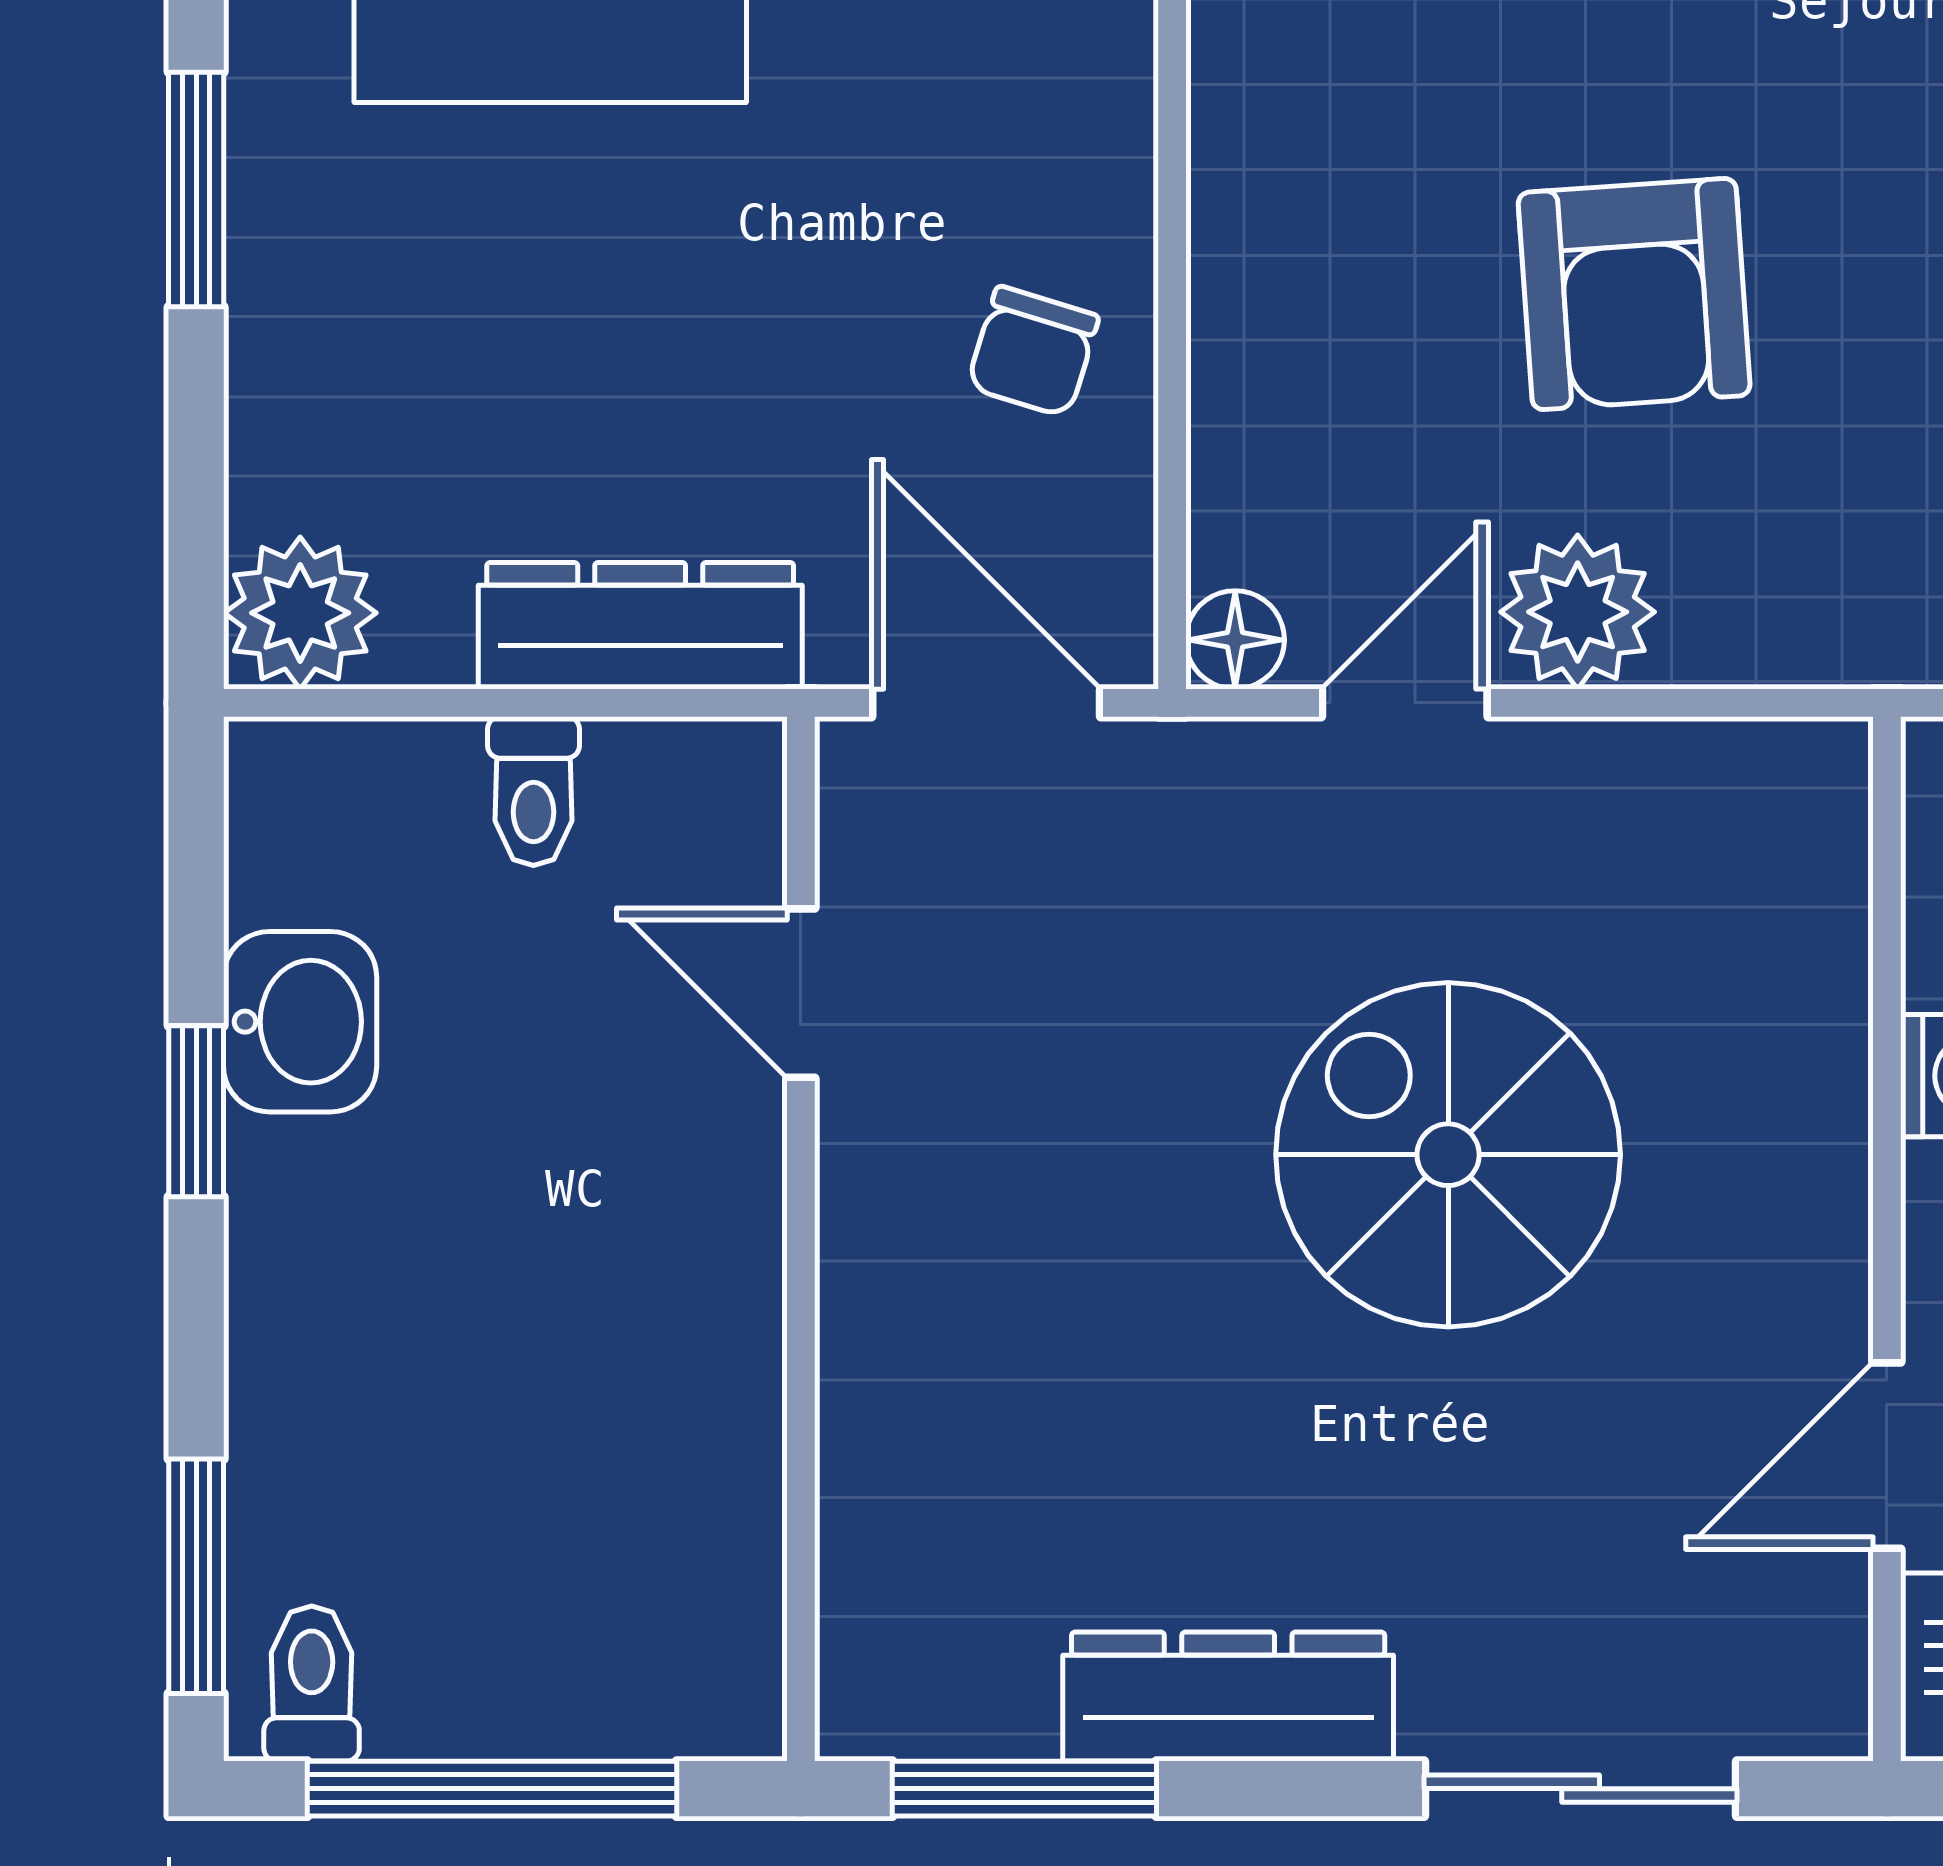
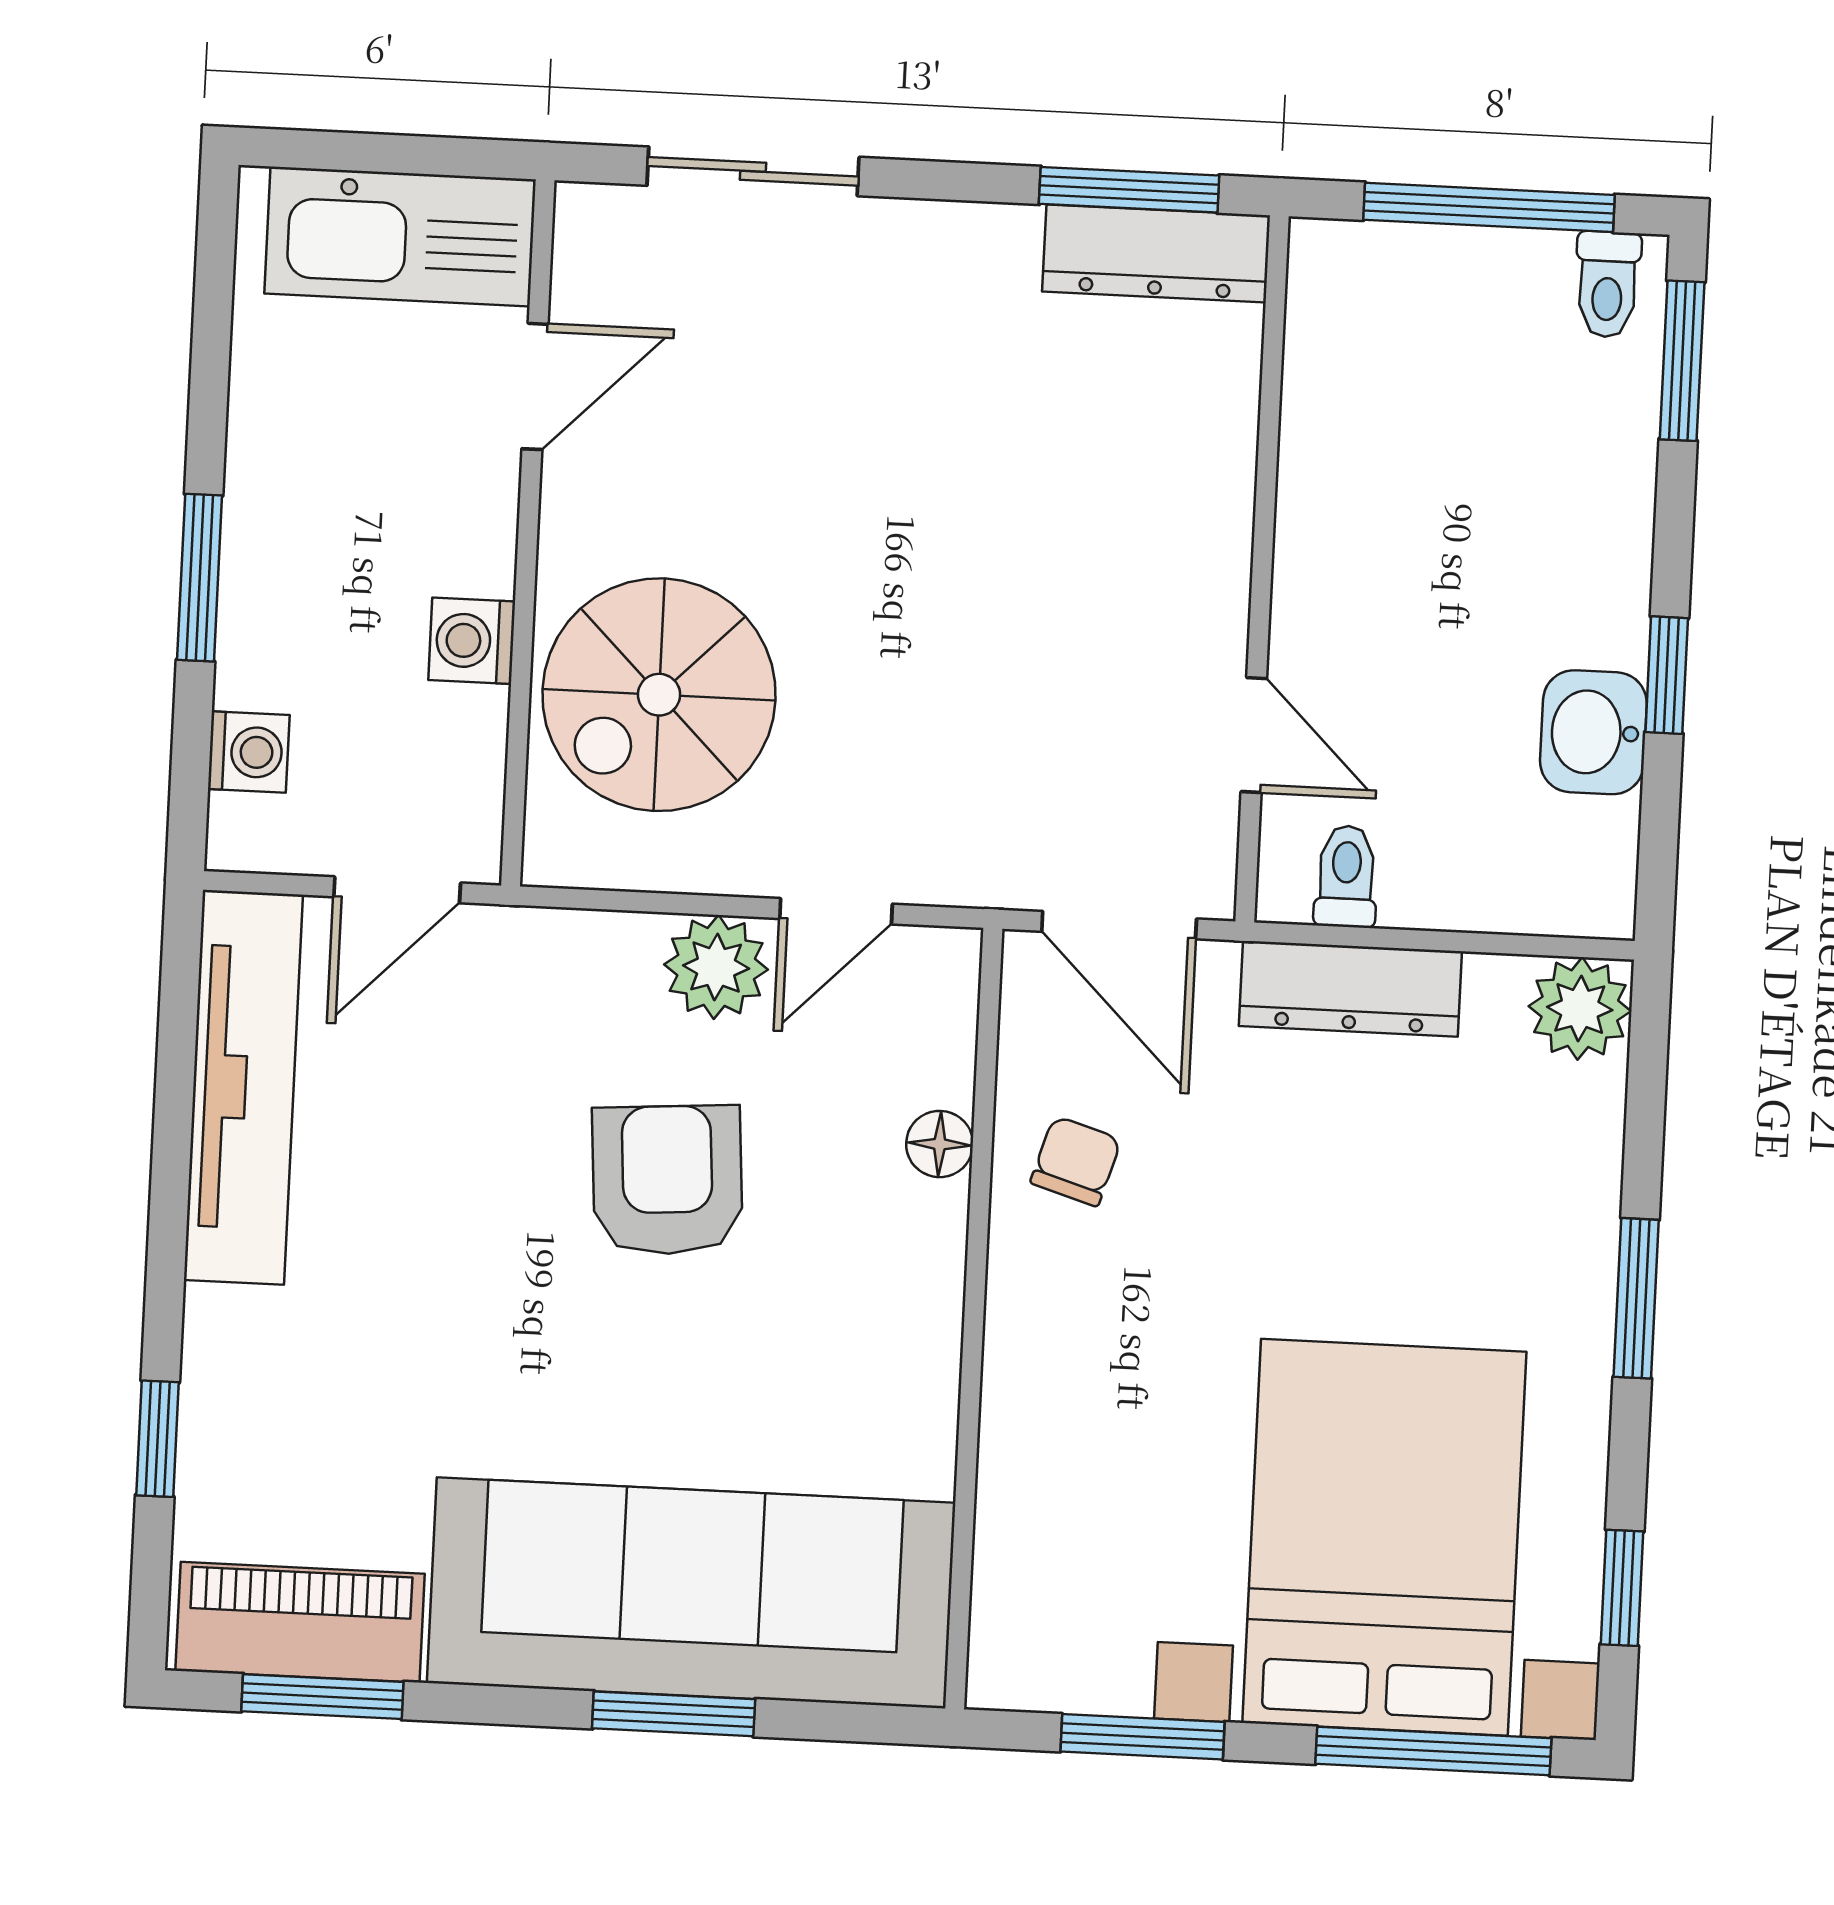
floor lamp: (1235, 640) -> (940, 1144), moved
toilet: (533, 791) -> (1346, 876), moved
spiral stairs: (1448, 1155) -> (659, 695), moved, turned 90
dresser: (1228, 1697) -> (1156, 253), moved

